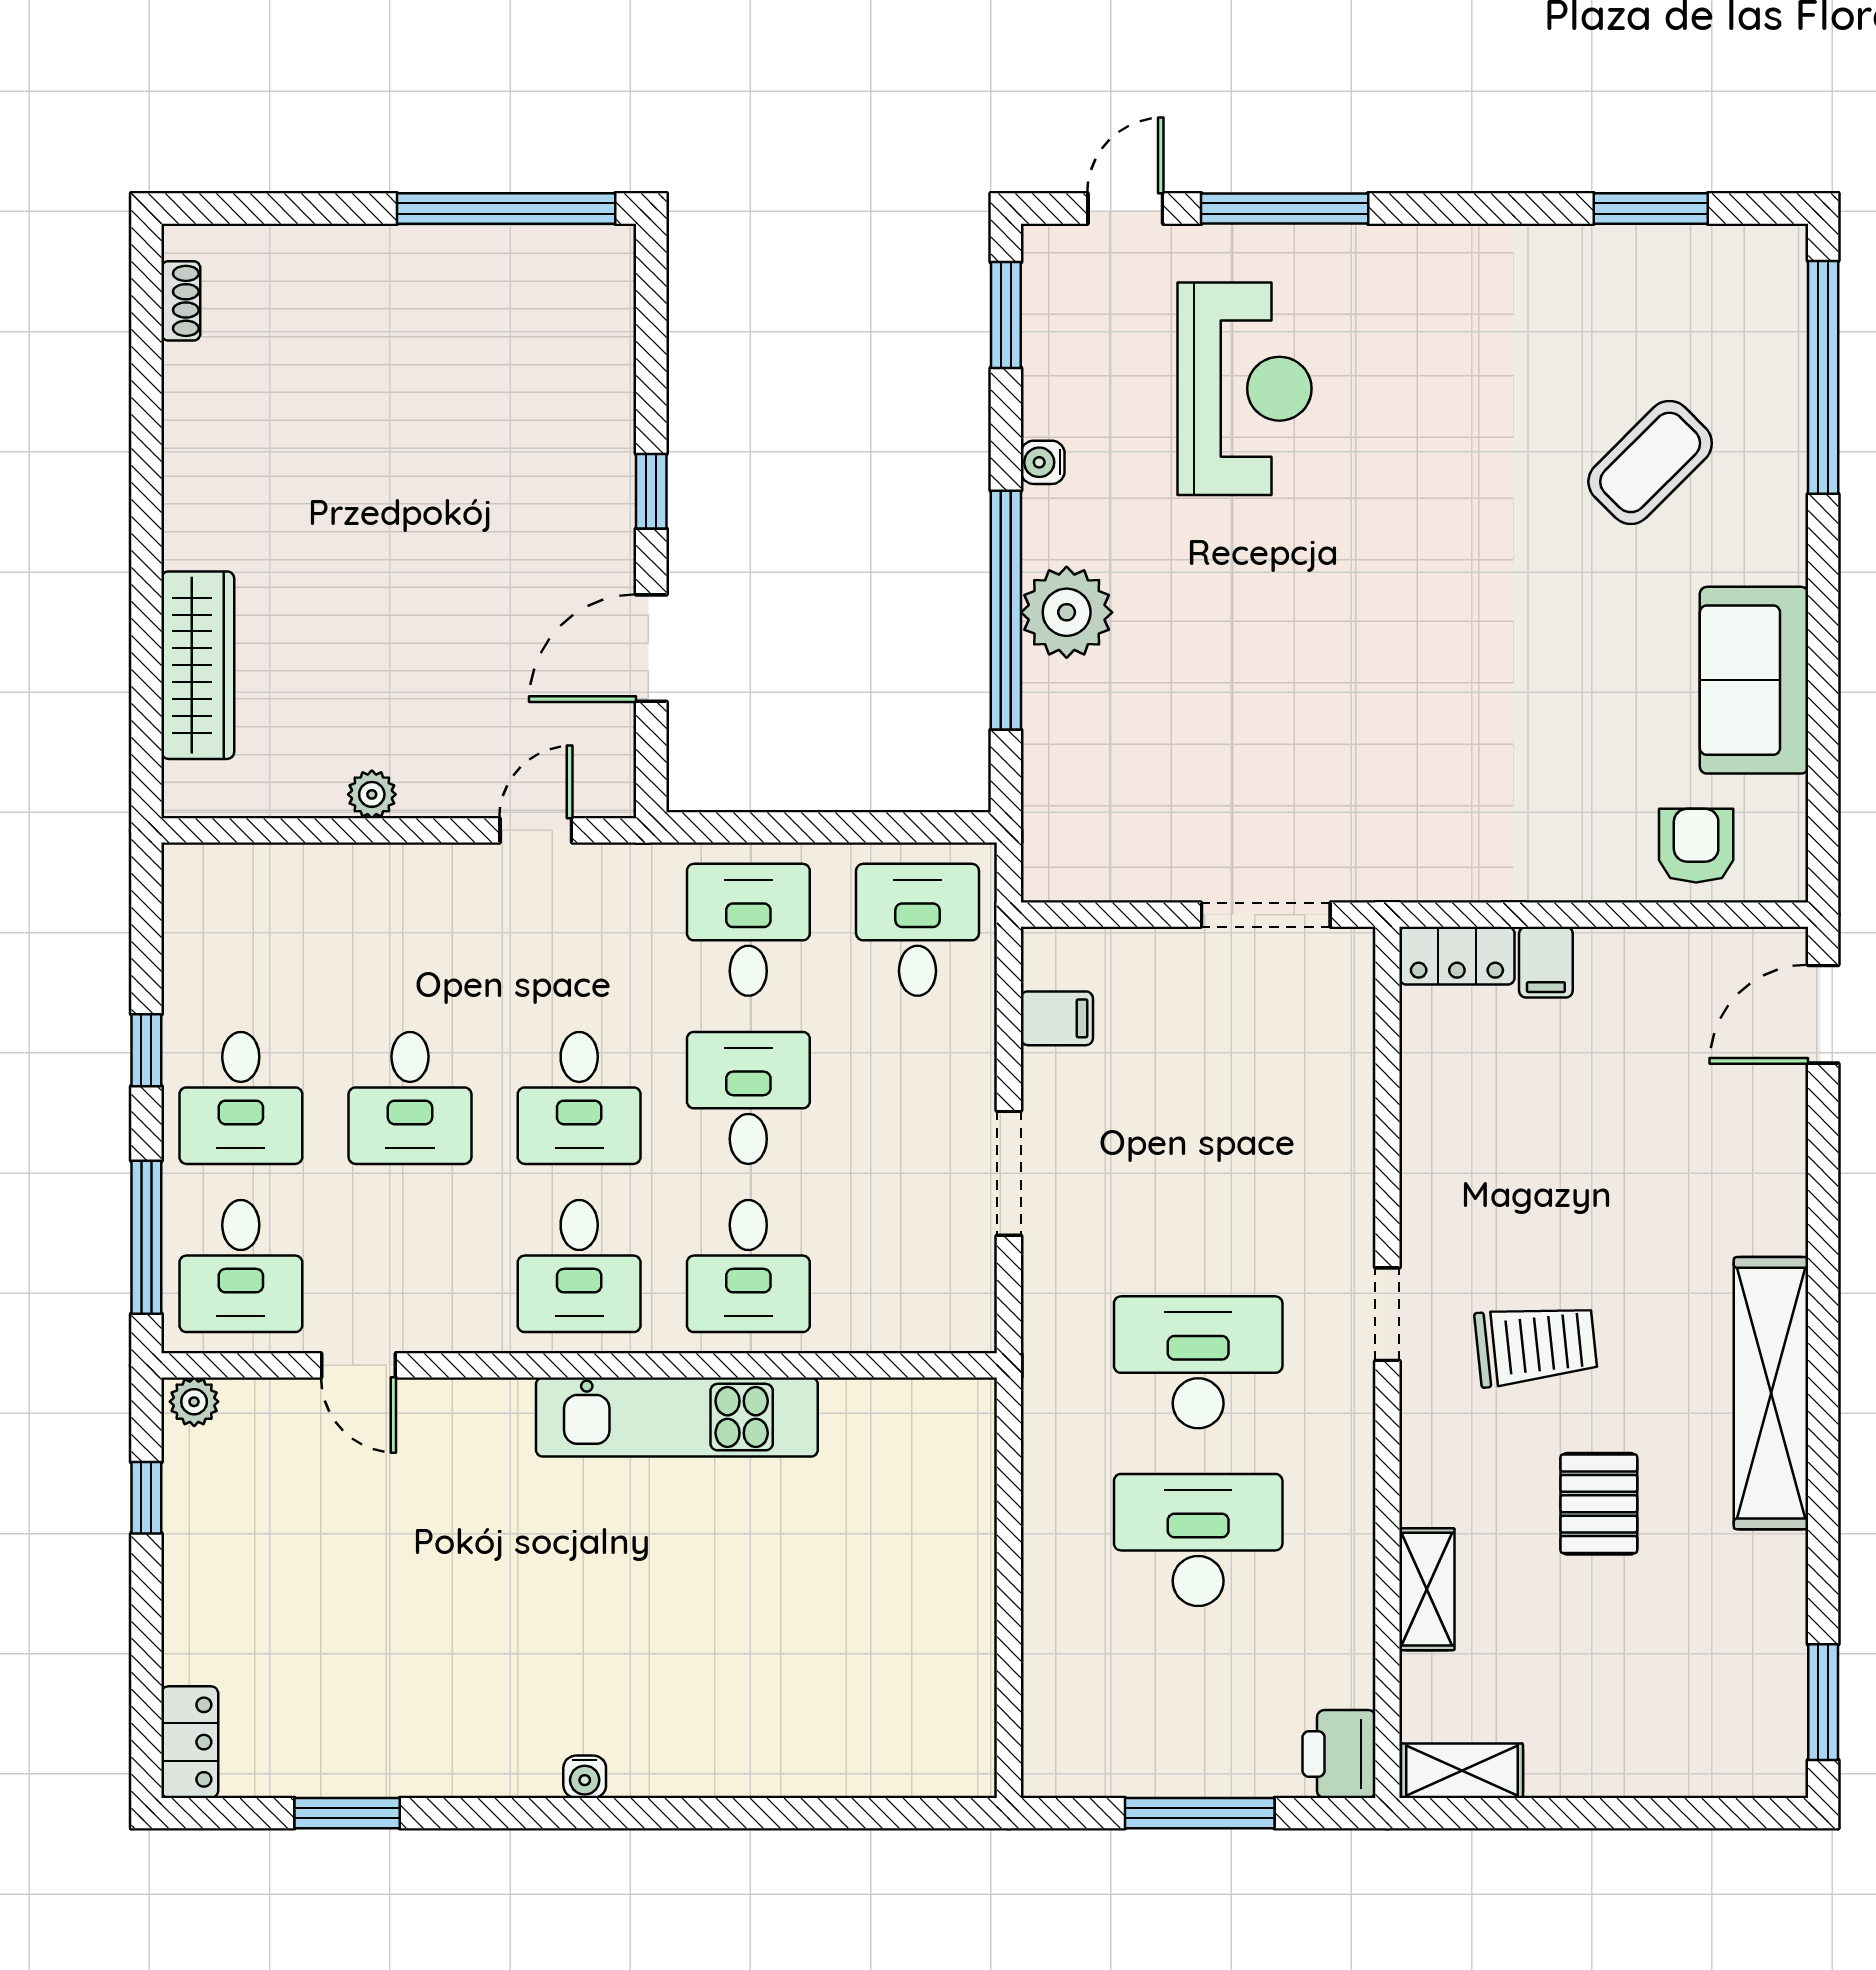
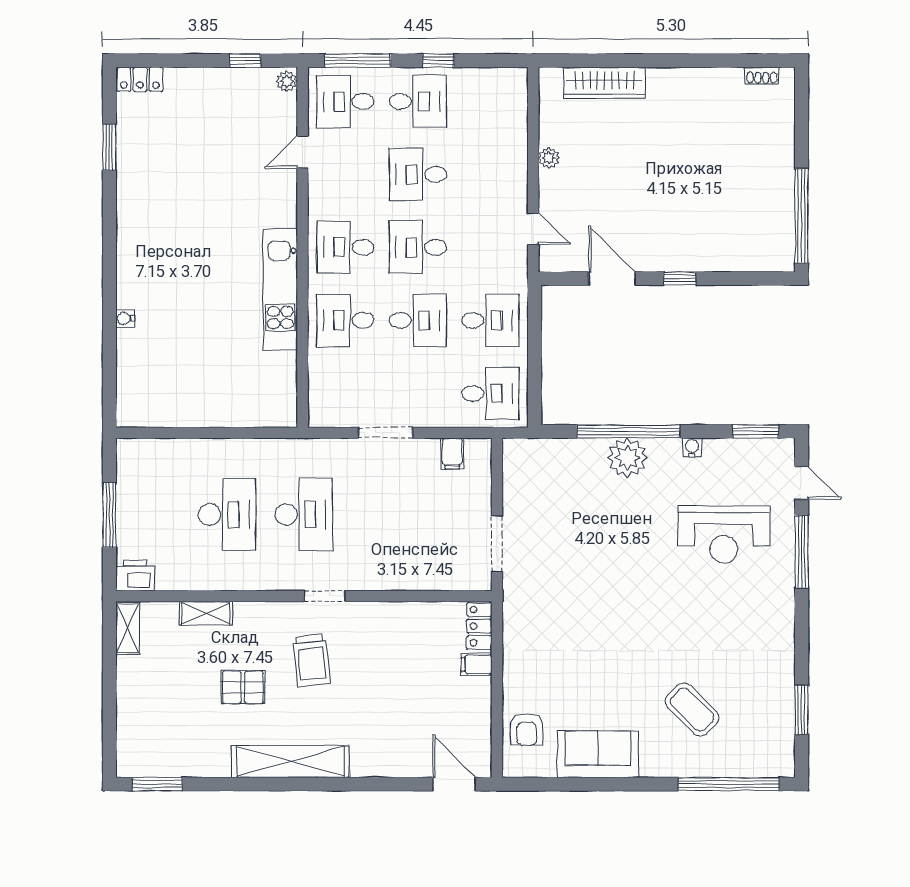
armchair: (1696, 846) -> (527, 729), turned 90
desk: (241, 1098) -> (418, 101), turned 180
water cooler: (585, 1777) -> (125, 318), moved

